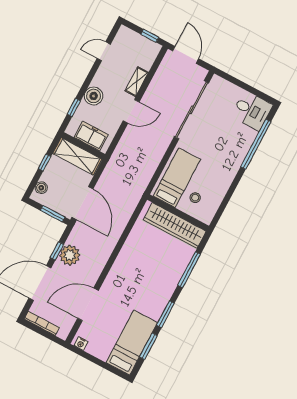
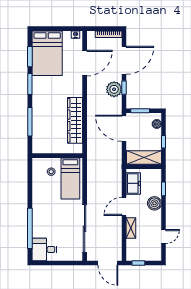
freezer: (91, 136) -> (133, 183), moved, turned -90
wardrobe: (175, 225) -> (75, 120), moved, turned -90
bed: (132, 343) -> (47, 53), width x1.50

